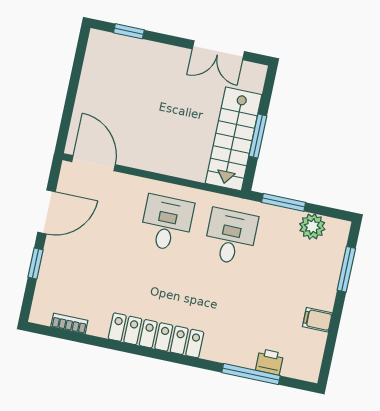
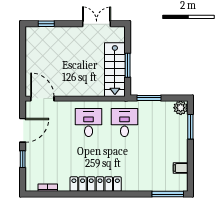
double door: (218, 50) -> (97, 24), swing flipped
plant: (312, 227) -> (181, 108), moved
filing cabinet: (317, 320) -> (181, 168), moved
printer: (269, 362) -> (160, 185), removed
window: (251, 374) -> (168, 194), moved

